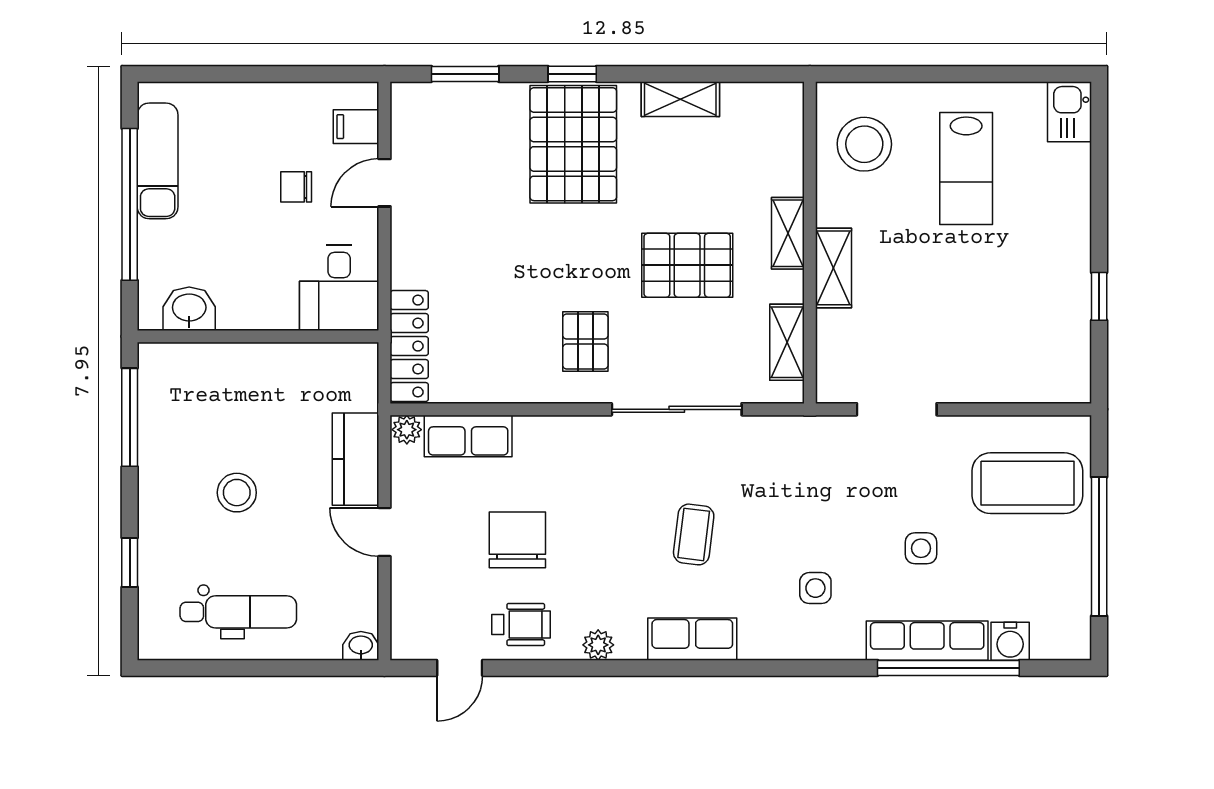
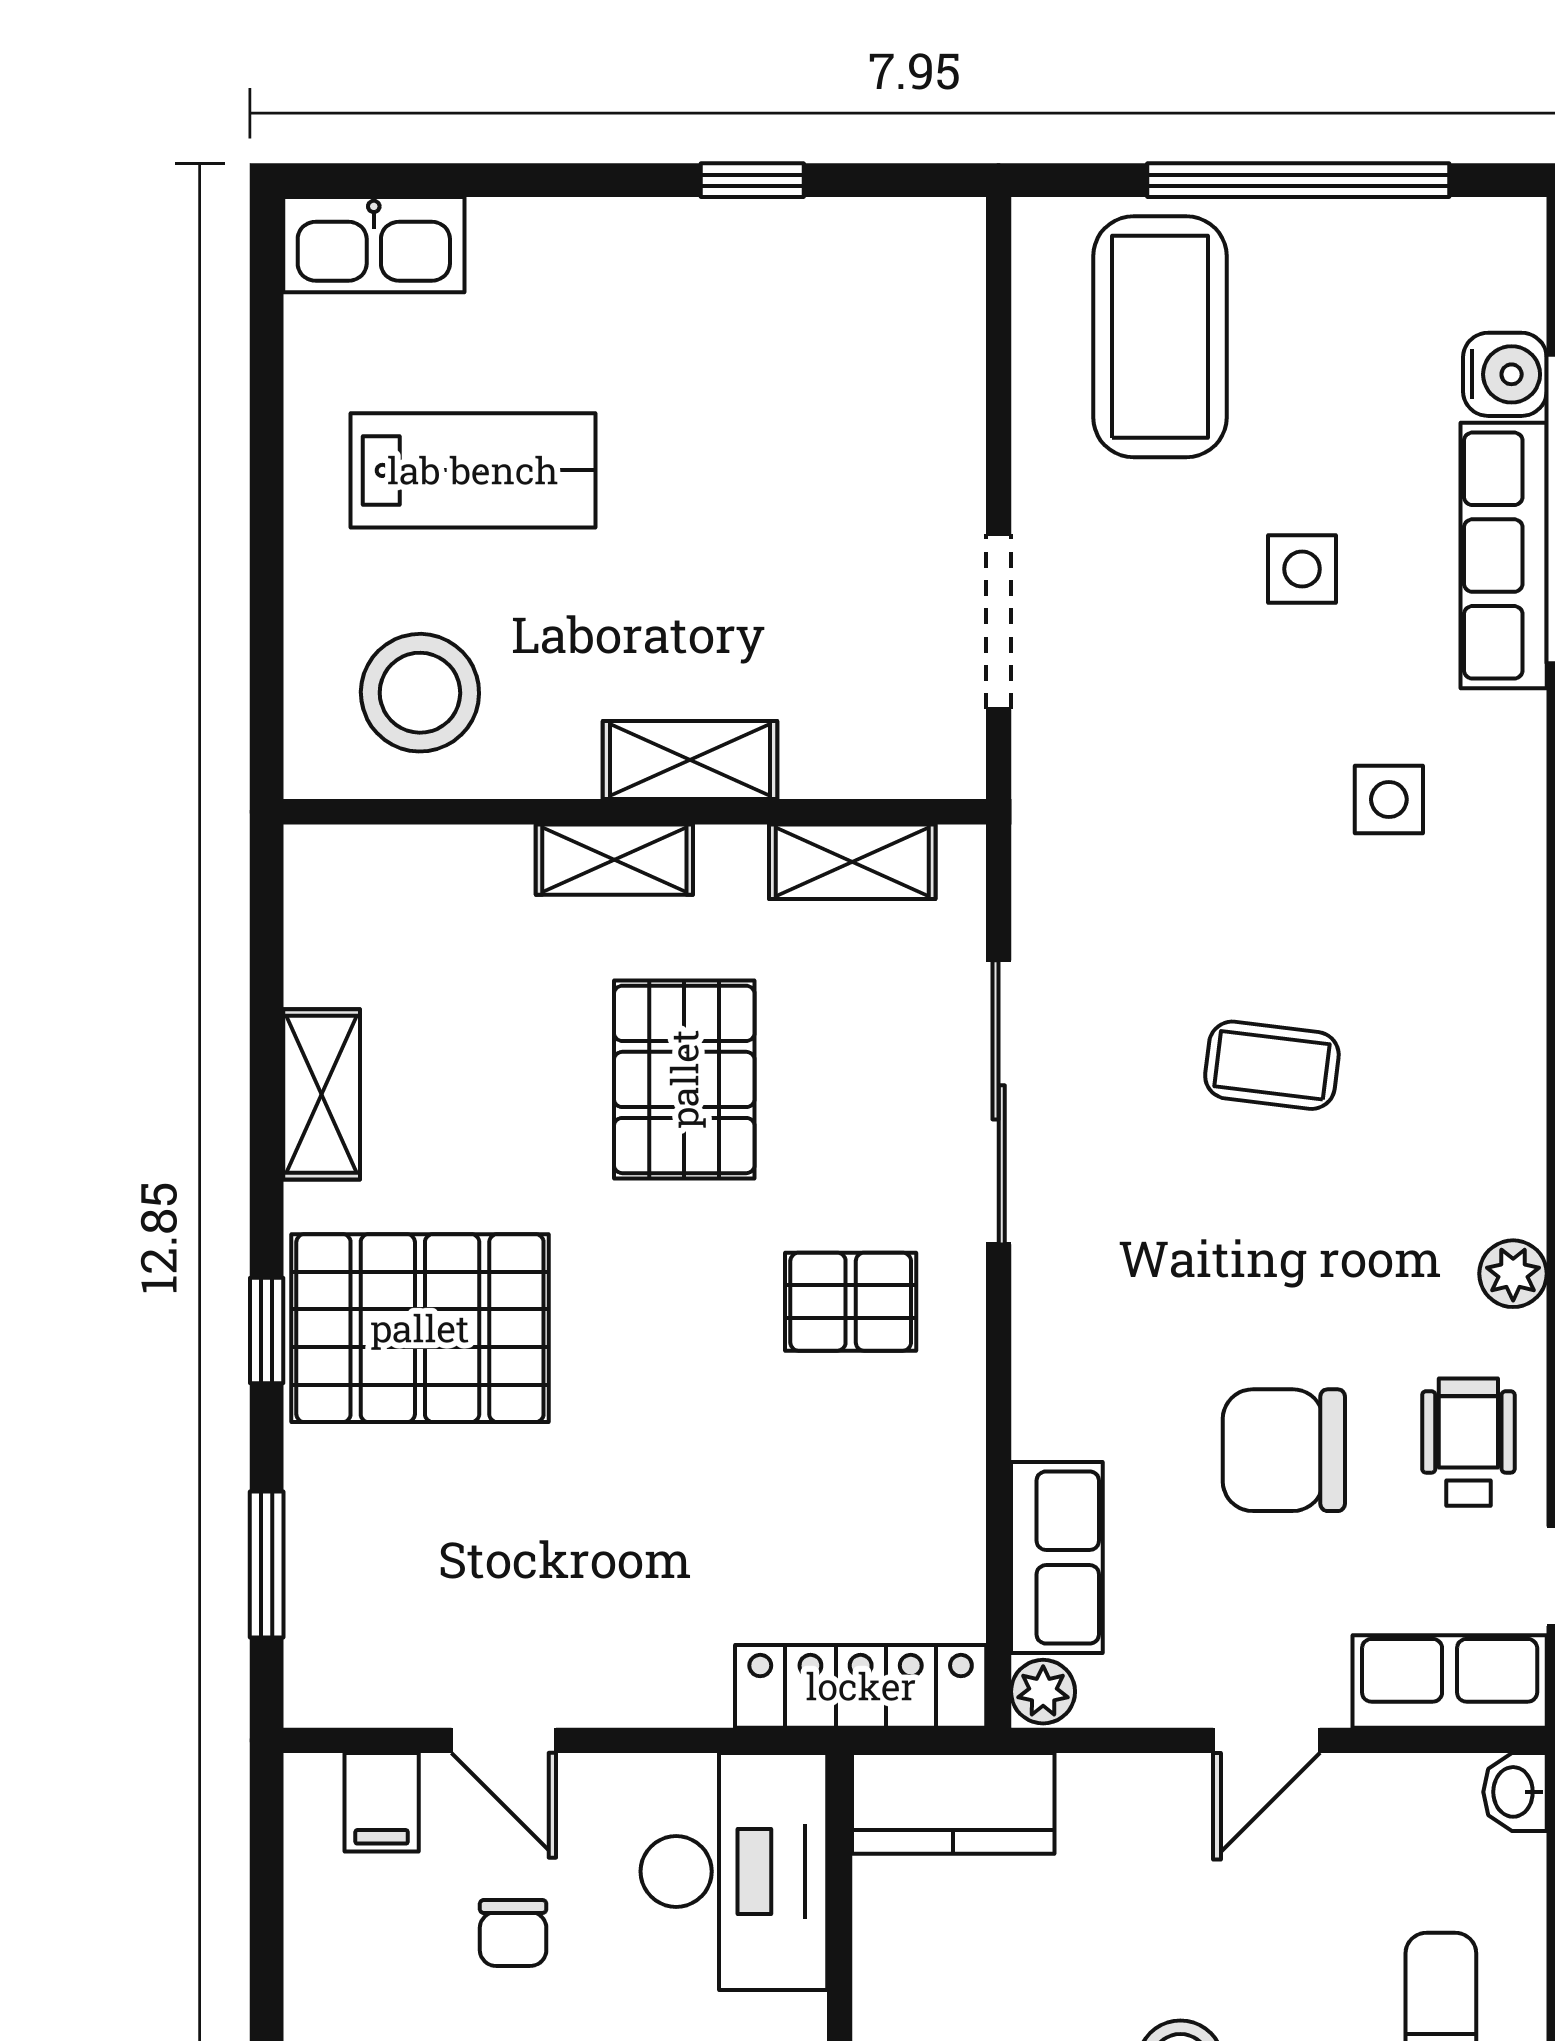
kitchen sink: (1070, 112) -> (374, 245), width x1.38
desk: (339, 288) -> (734, 1871), width x1.37
kitchen counter: (356, 459) -> (953, 1803), moved
row of seats: (692, 639) -> (1450, 1681), moved, turned 90

